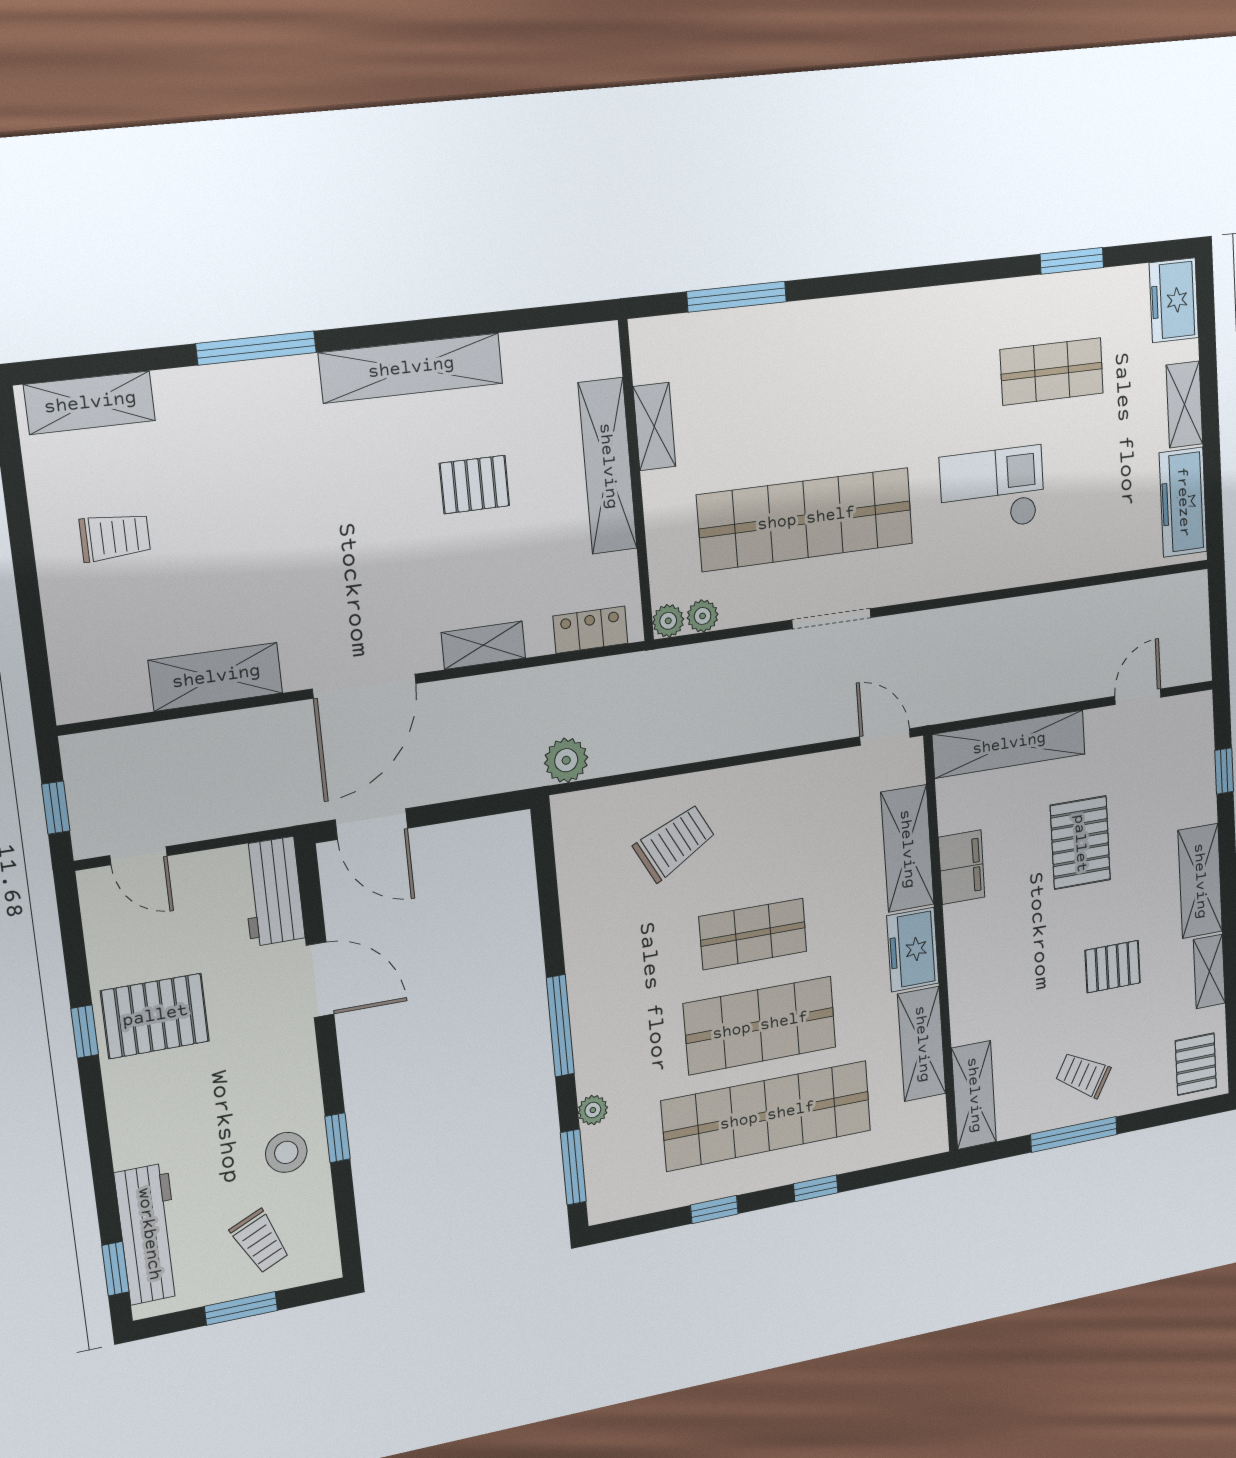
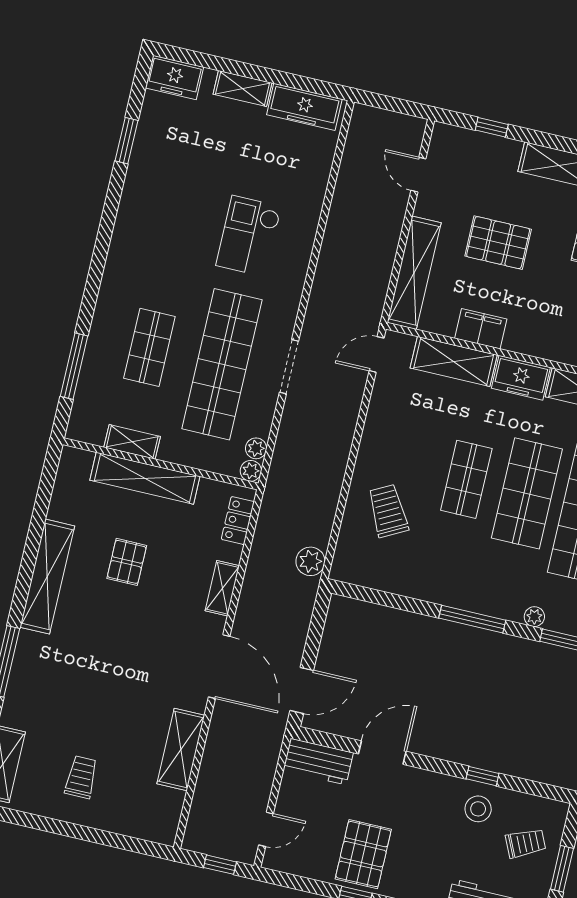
shop shelf: (1052, 371) -> (149, 347), moved

